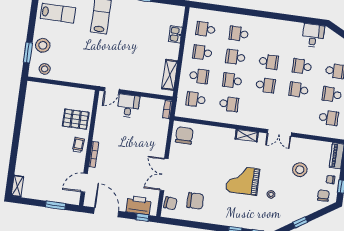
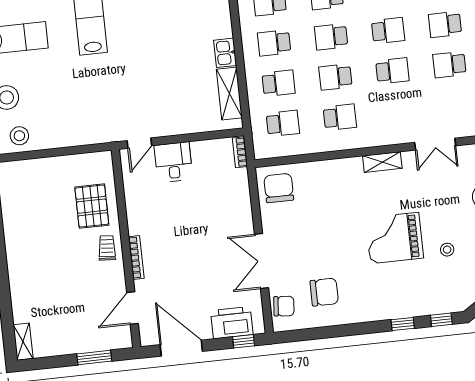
kitchen sink: (175, 34) -> (225, 53), moved
school desk: (196, 99) -> (283, 123), turned 180
pallet: (76, 119) -> (92, 206), turned 90

